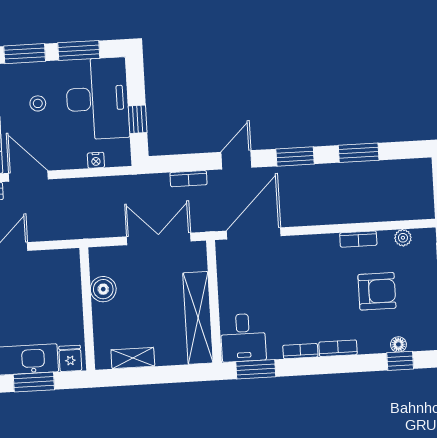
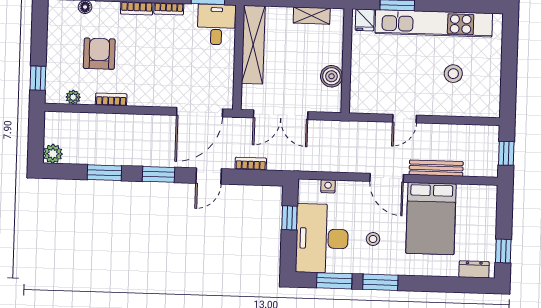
plant: (421, 170) -> (53, 154), added
armchair: (377, 291) -> (99, 54), turned 90

